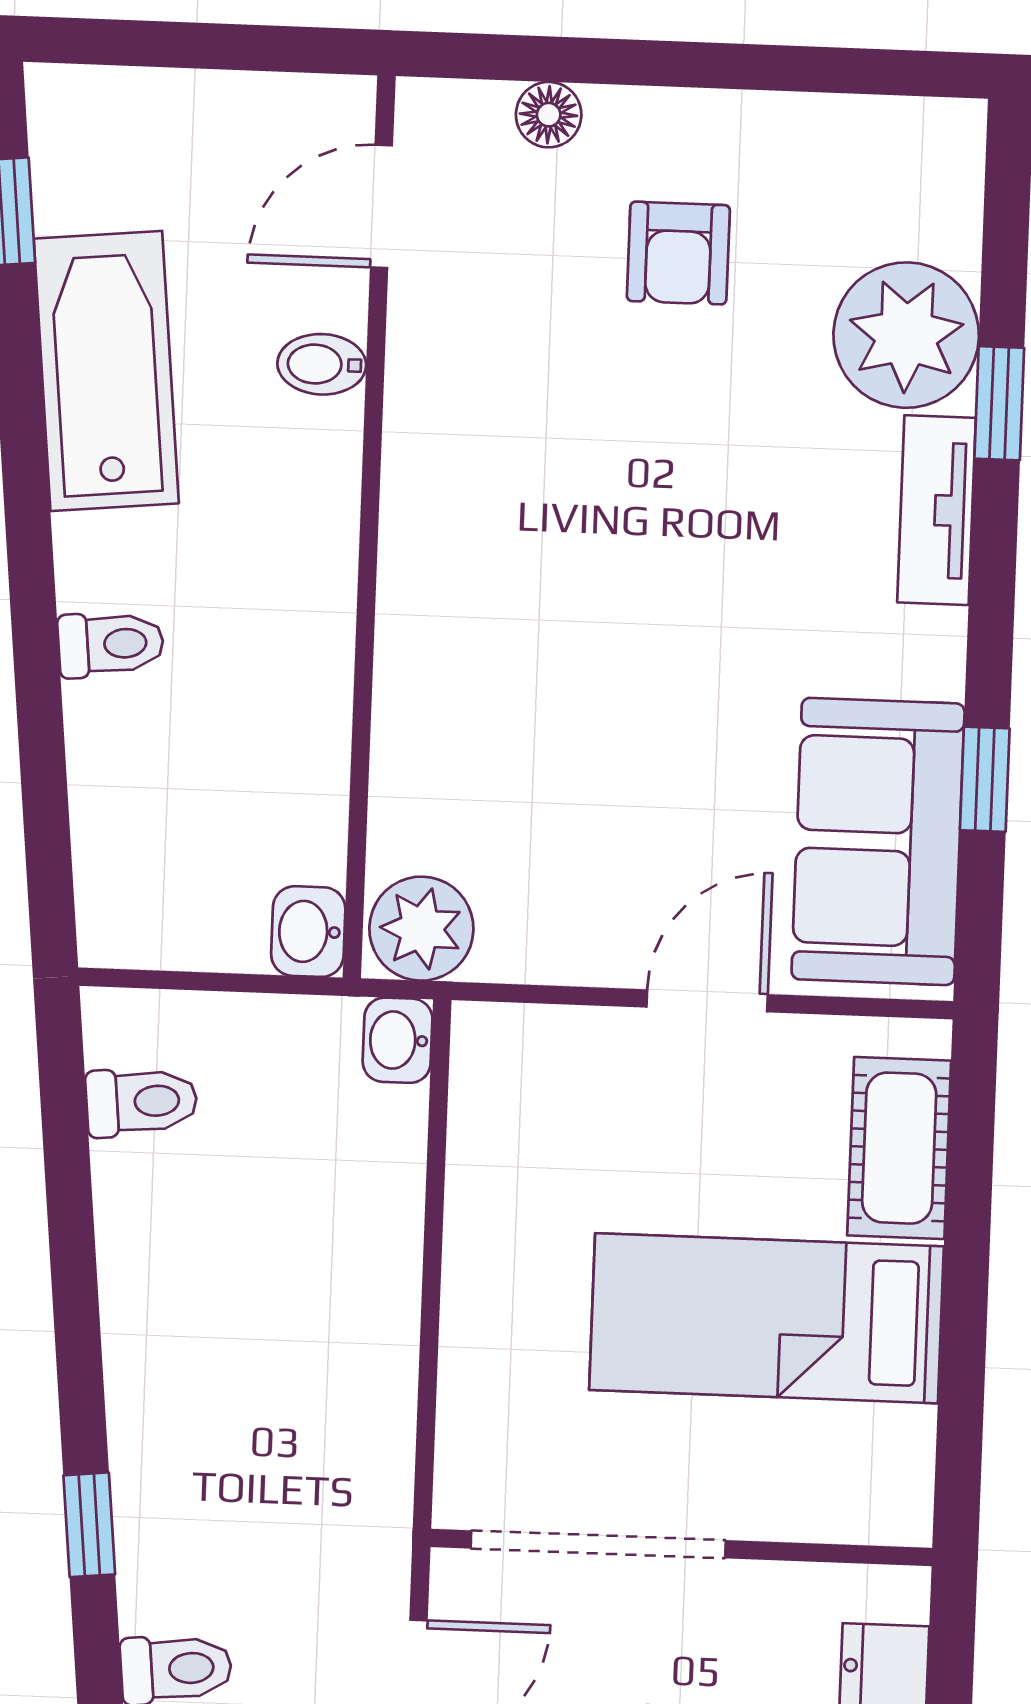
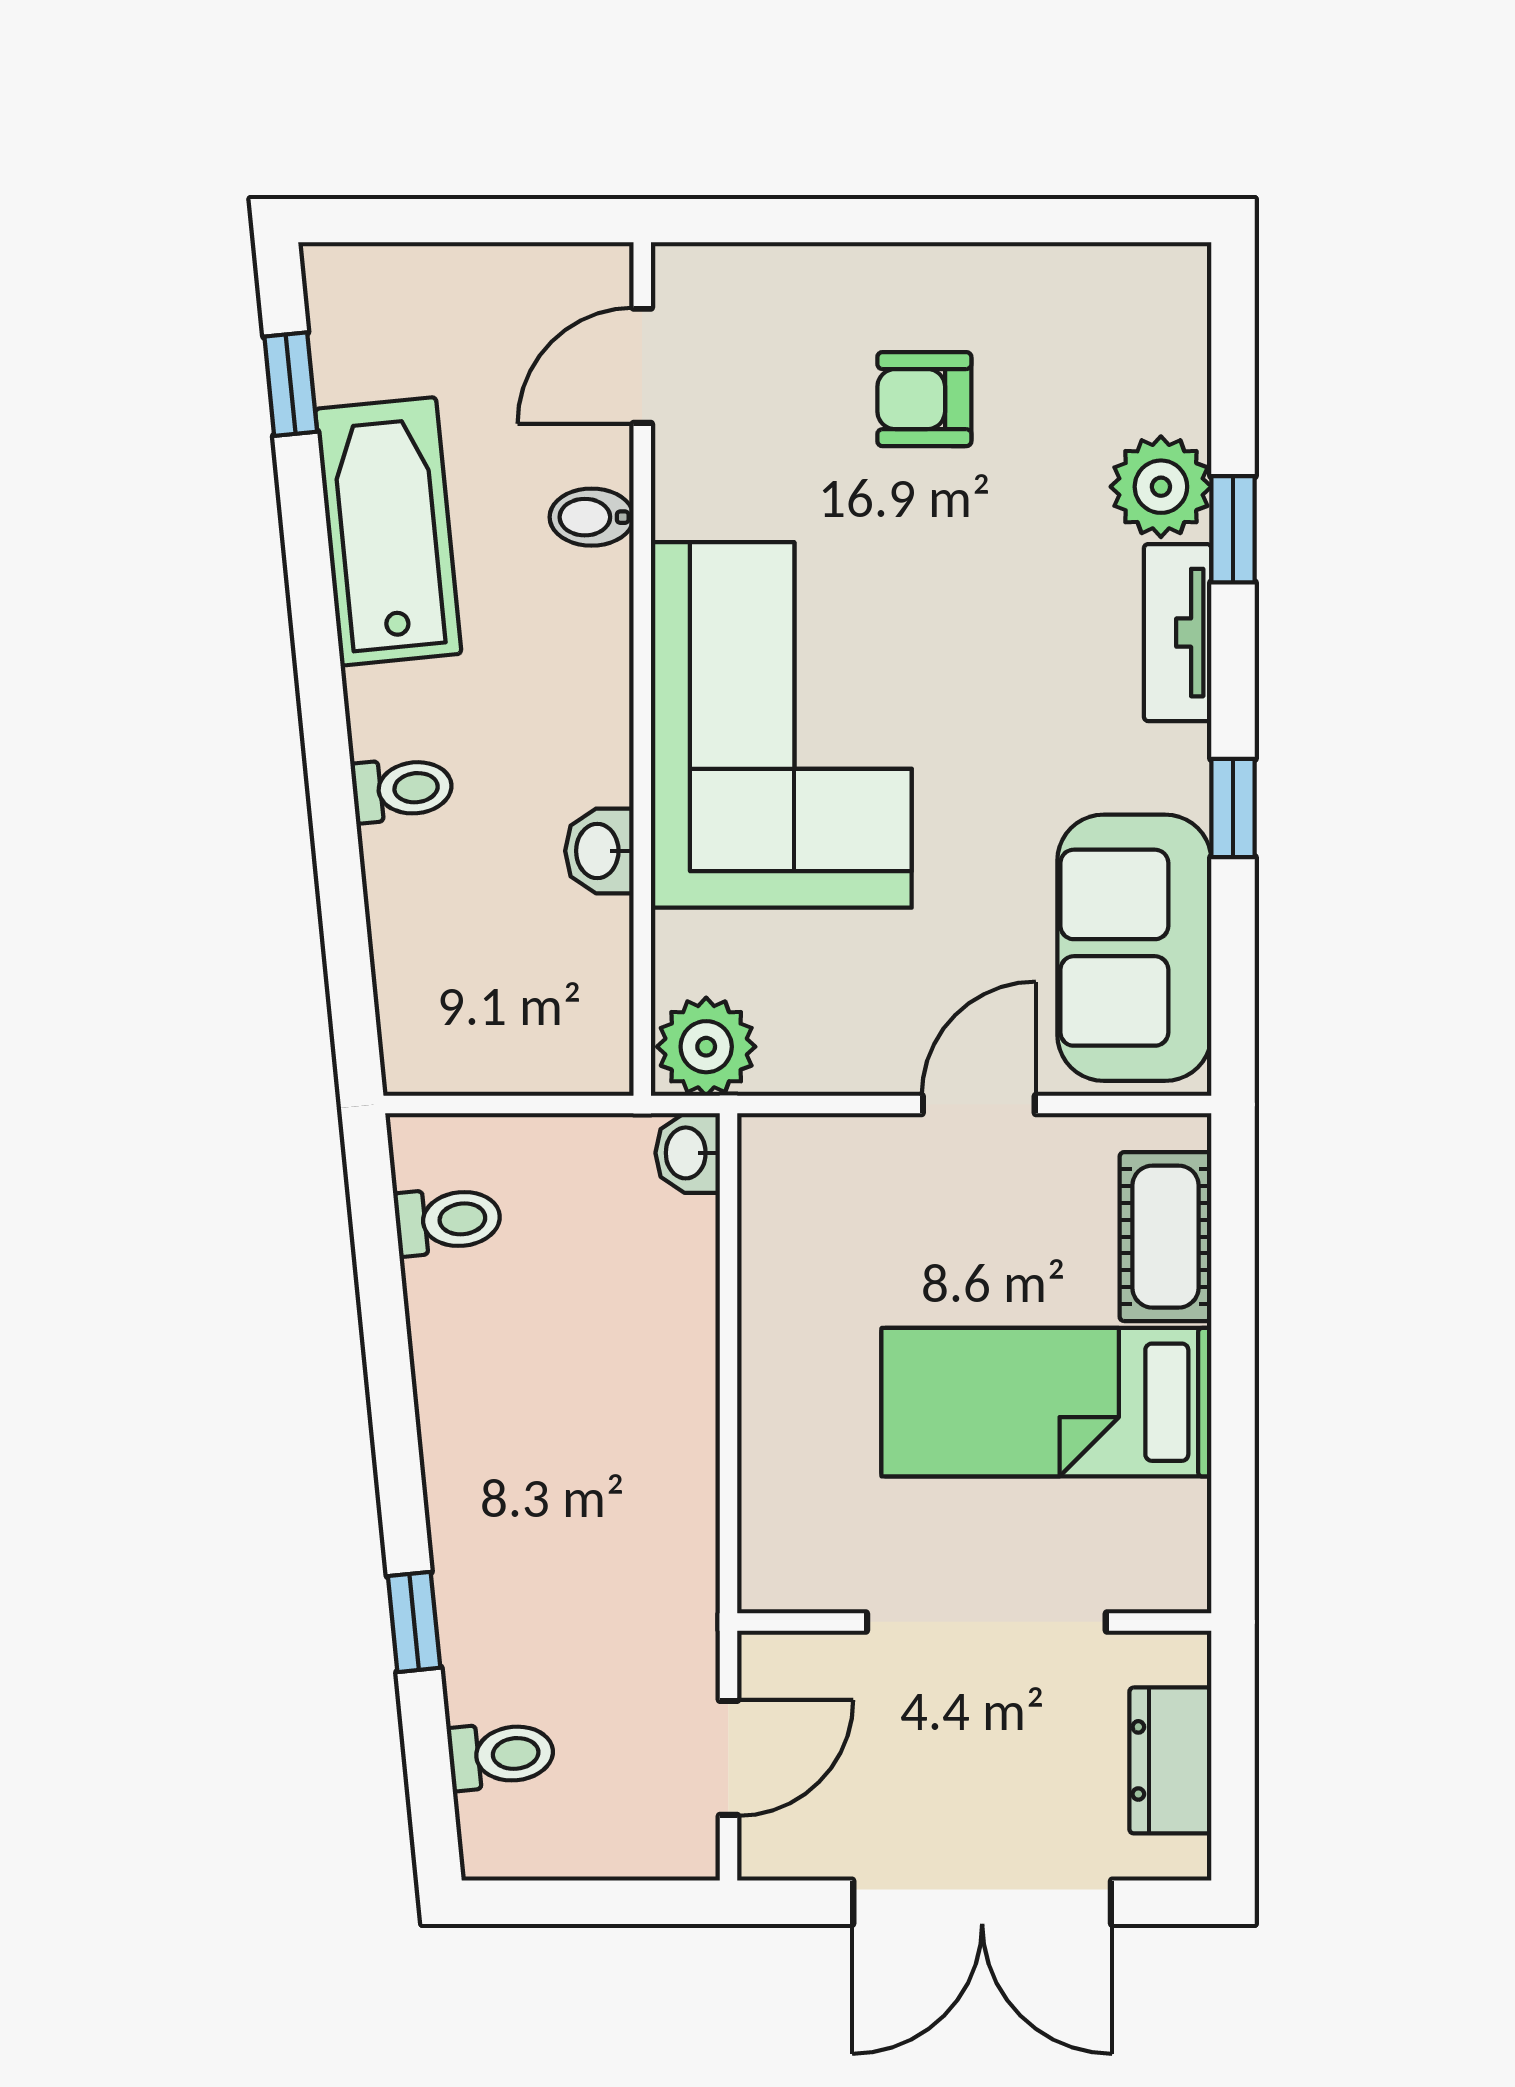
floor lamp: (549, 115) -> (797, 273), removed
armchair: (678, 253) -> (924, 399), turned 90
plant: (906, 335) -> (1161, 487), width x0.73, depth x0.73
corner sofa: (514, 592) -> (781, 725), added
window: (985, 779) -> (1233, 808), moved
washbasin: (308, 932) -> (599, 851), moved
doorway: (598, 1544) -> (986, 1622), moved

